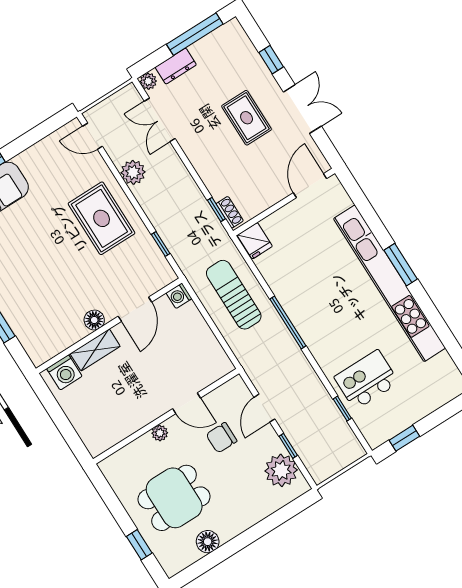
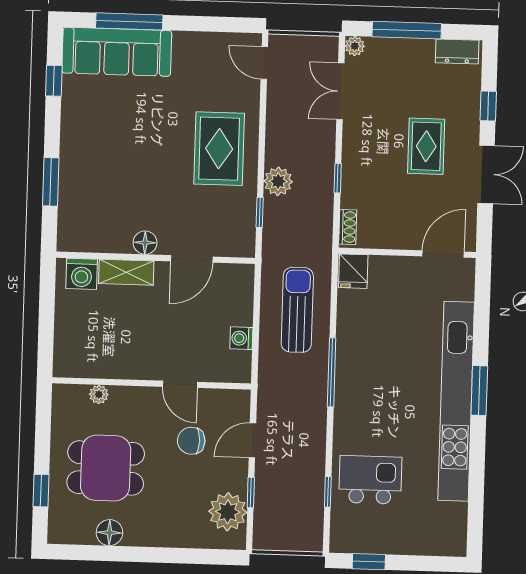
window: (195, 34) -> (407, 30), moved
dresser: (176, 66) -> (457, 51), moved
plant: (133, 172) -> (278, 181), moved
window: (216, 209) -> (338, 178), moved
washing machine: (179, 296) -> (241, 338), moved
plant: (160, 433) -> (99, 394), moved

